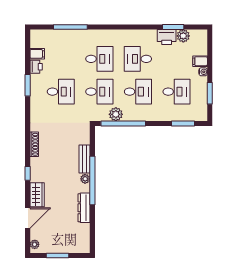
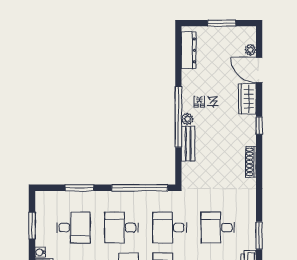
desk: (177, 92) -> (73, 228), turned 180
plant: (116, 114) -> (149, 199), removed
window: (183, 124) -> (79, 188), moved
dresser: (84, 208) -> (189, 50), moved
door: (28, 218) -> (259, 70), hinge flipped
plant: (35, 244) -> (250, 50), moved

